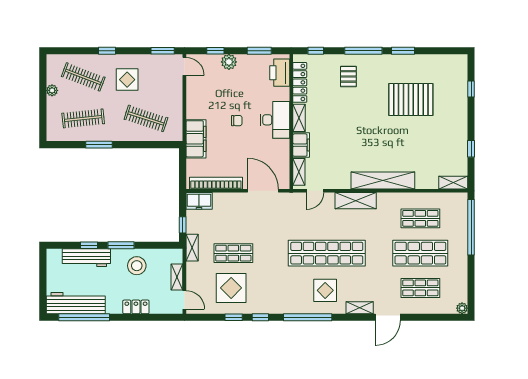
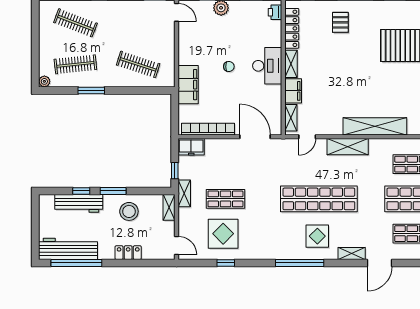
printer: (280, 73) -> (275, 12), width x0.53, depth x0.68
display table: (127, 80) -> (119, 25), removed
plant: (52, 90) -> (44, 81), moved
shelving: (177, 277) -> (169, 207), moved
window: (260, 317) -> (252, 263), removed

